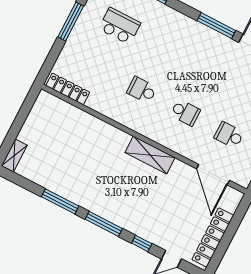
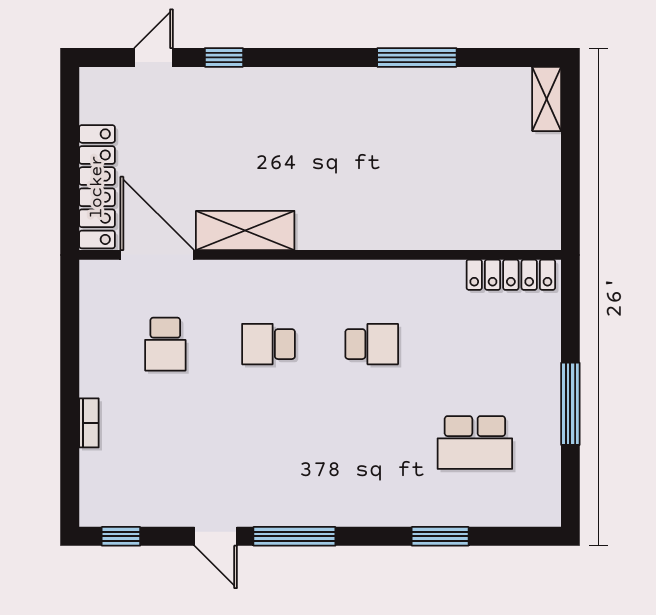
school desk: (229, 135) -> (165, 344), turned 90
shelving: (150, 155) -> (245, 231), moved
window: (104, 224) -> (314, 57), removed
locker: (213, 237) -> (97, 187), moved

